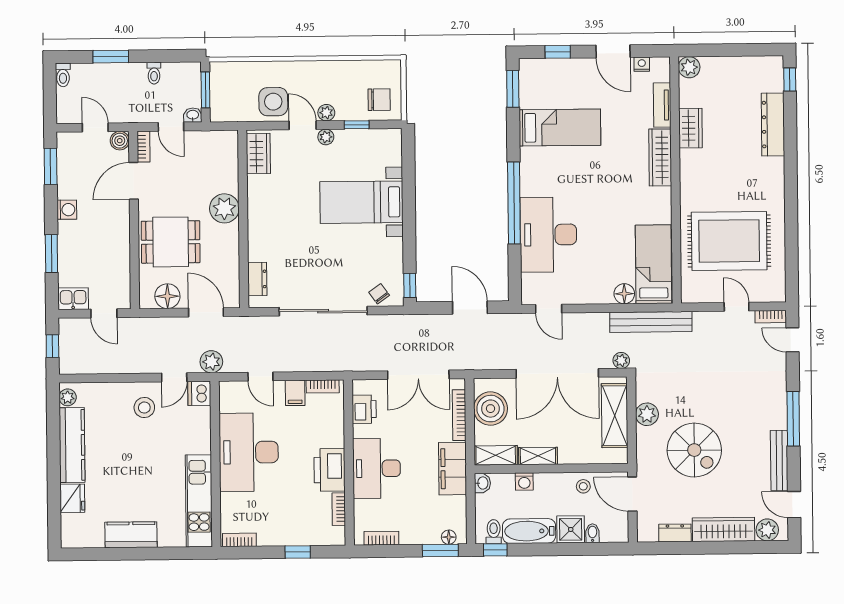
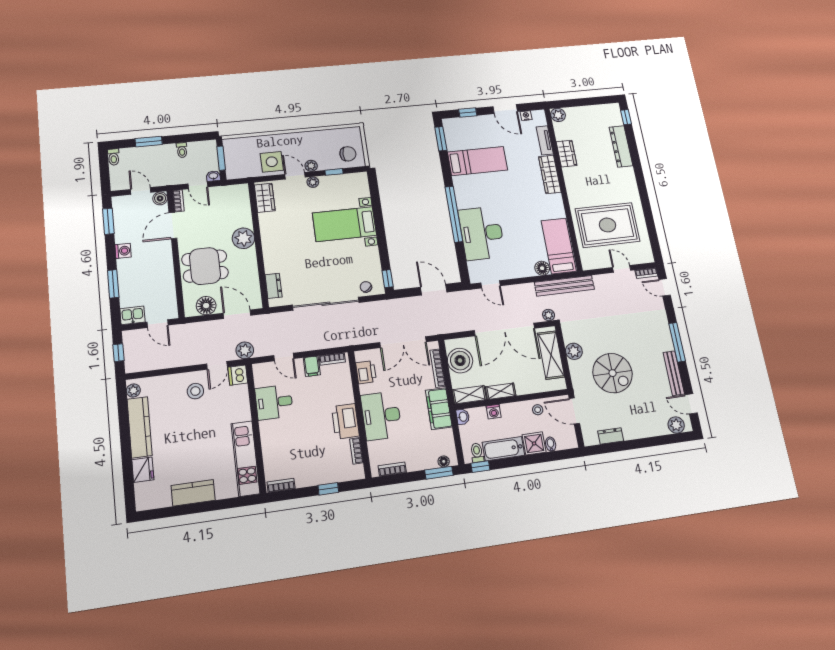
desk: (249, 452) -> (274, 402), width x0.53, depth x0.77
wardrobe: (724, 529) -> (645, 429), removed

